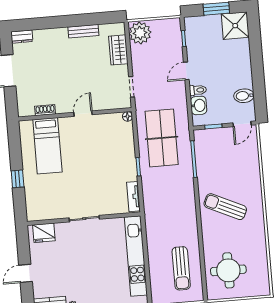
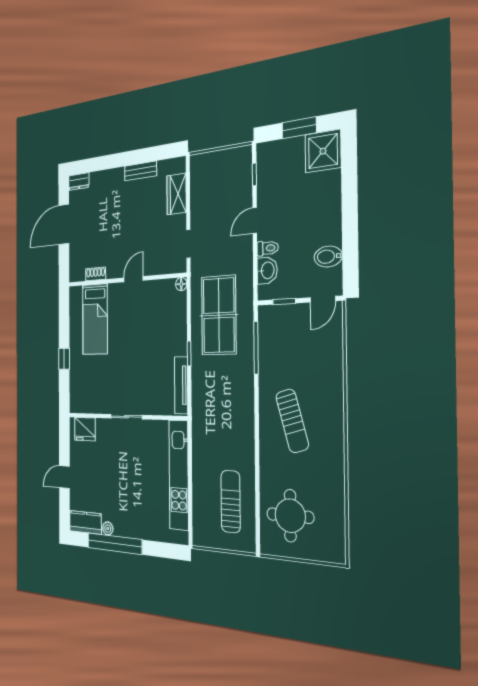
plant: (140, 33) -> (203, 169), removed
tv unit: (133, 197) -> (181, 385), width x1.41
sun lounger: (225, 207) -> (292, 421), turned -131
sun lounger: (181, 268) -> (231, 502), turned 180

